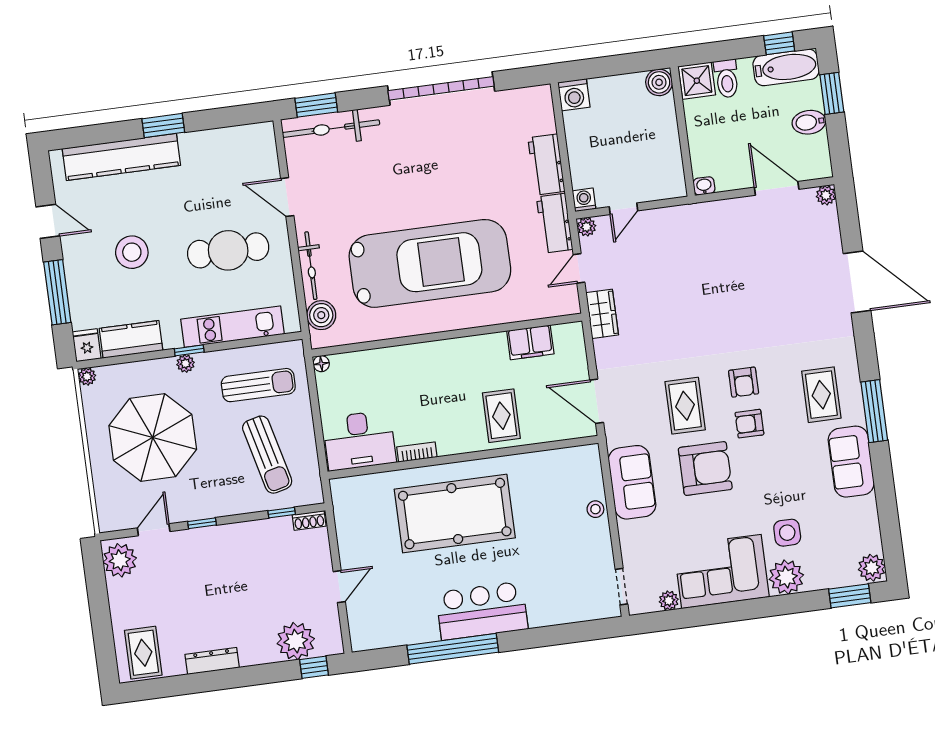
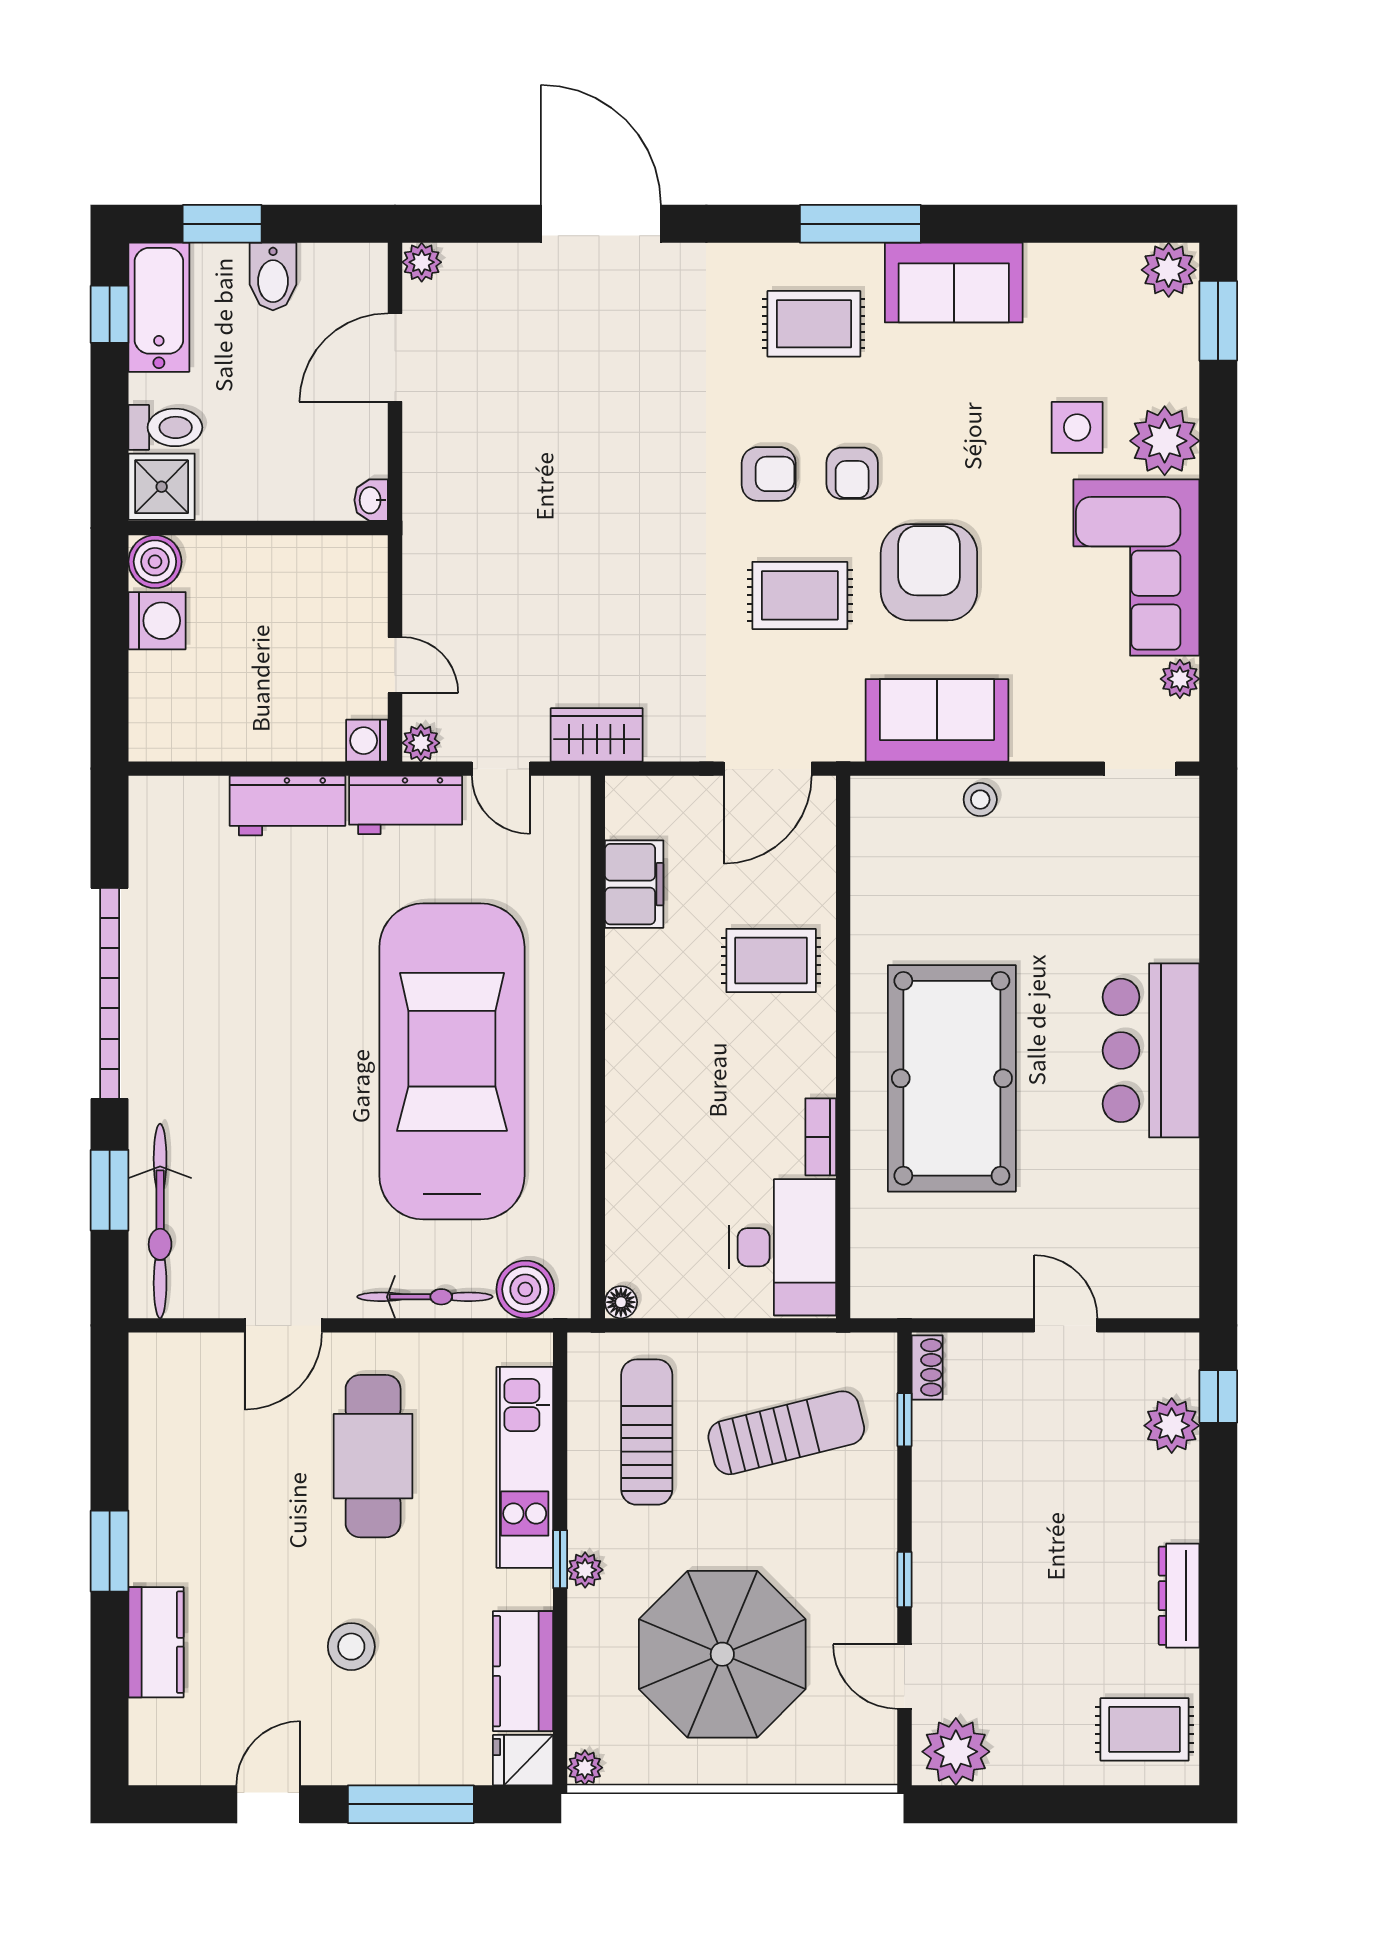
washing machine: (574, 95) -> (157, 621), moved
window: (316, 105) -> (110, 1190), moved
kitchen counter: (121, 157) -> (156, 1642), width x0.48, depth x0.86
stool: (132, 252) -> (351, 1647), width x0.73, depth x0.73
door: (857, 282) -> (601, 224), hinge flipped
plant: (296, 641) -> (1172, 1426), width x0.73, depth x0.73
window: (453, 649) -> (1218, 1118), removed

